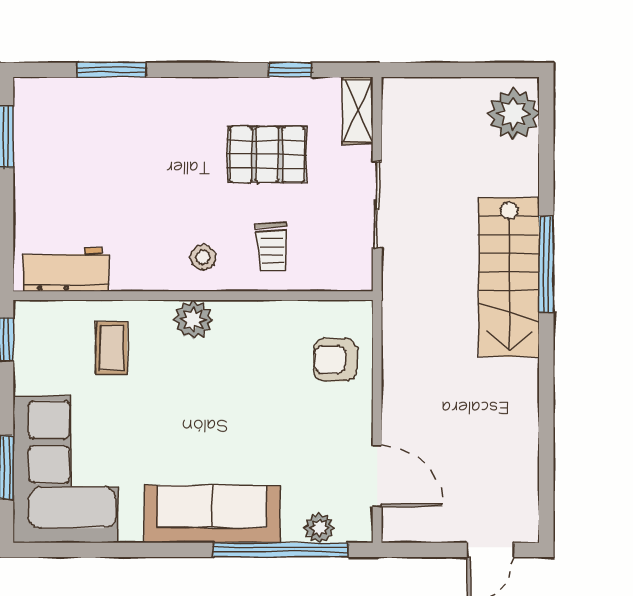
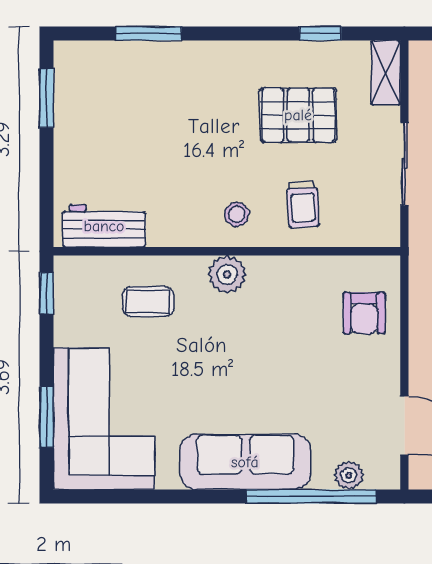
coffee table: (111, 348) -> (148, 302), turned 90
armchair: (335, 360) -> (364, 313), turned -90

